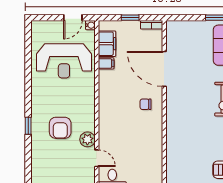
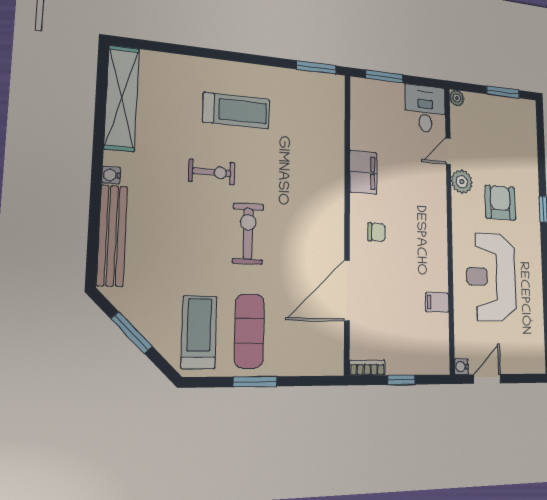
filing cabinet: (107, 44) -> (363, 172), moved, turned 180
reception desk: (64, 61) -> (491, 277), moved, turned -90
door: (164, 69) -> (347, 291), swing flipped
door: (97, 158) -> (448, 151), hinge flipped

